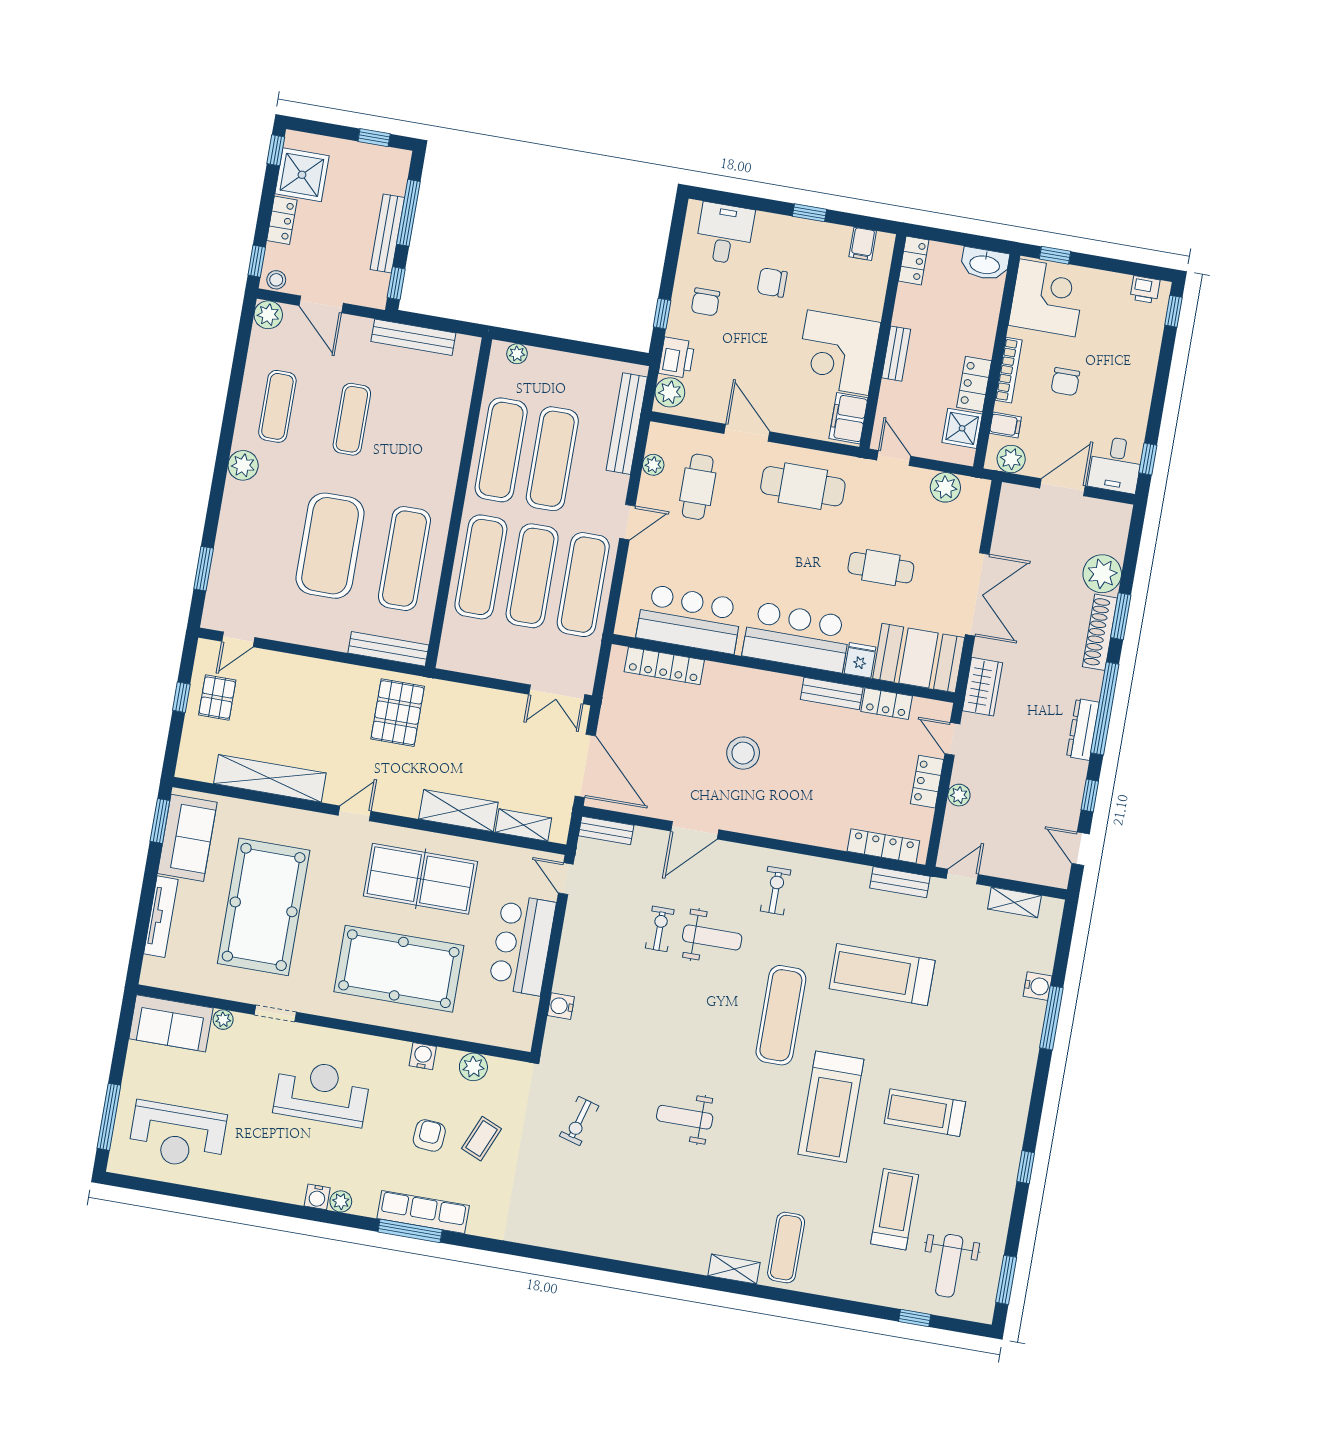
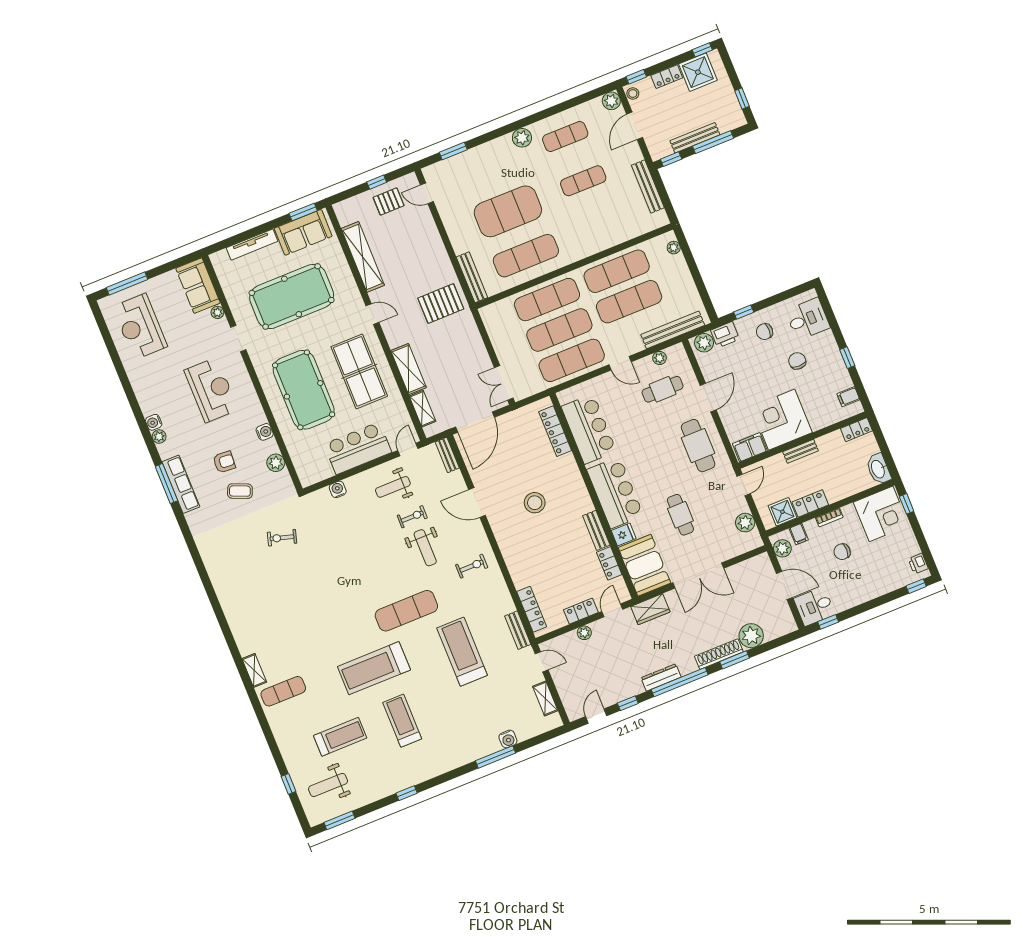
bookcase: (1009, 370) -> (829, 517), width x0.64
weight bench: (685, 1117) -> (393, 487), moved, turned -90

